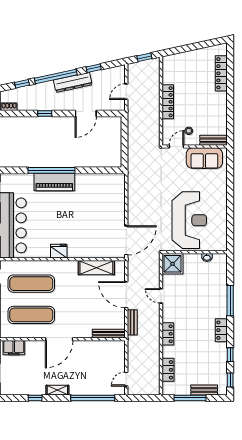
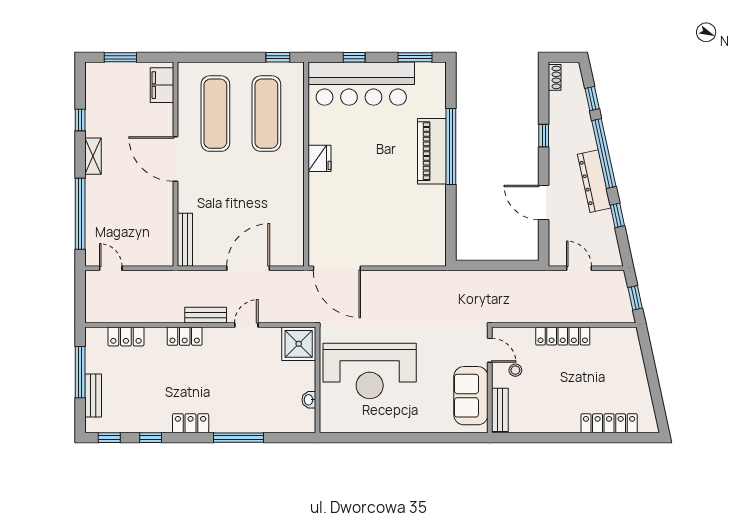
shelving: (96, 268) -> (293, 220), removed
bench: (132, 322) -> (206, 315), moved

